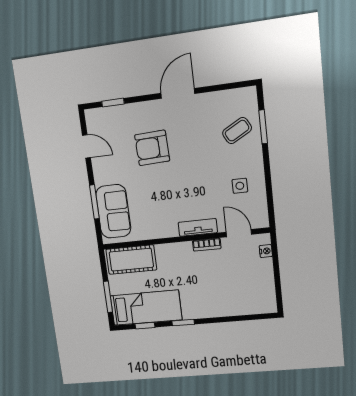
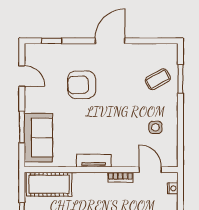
tv unit: (198, 227) -> (94, 161), moved

